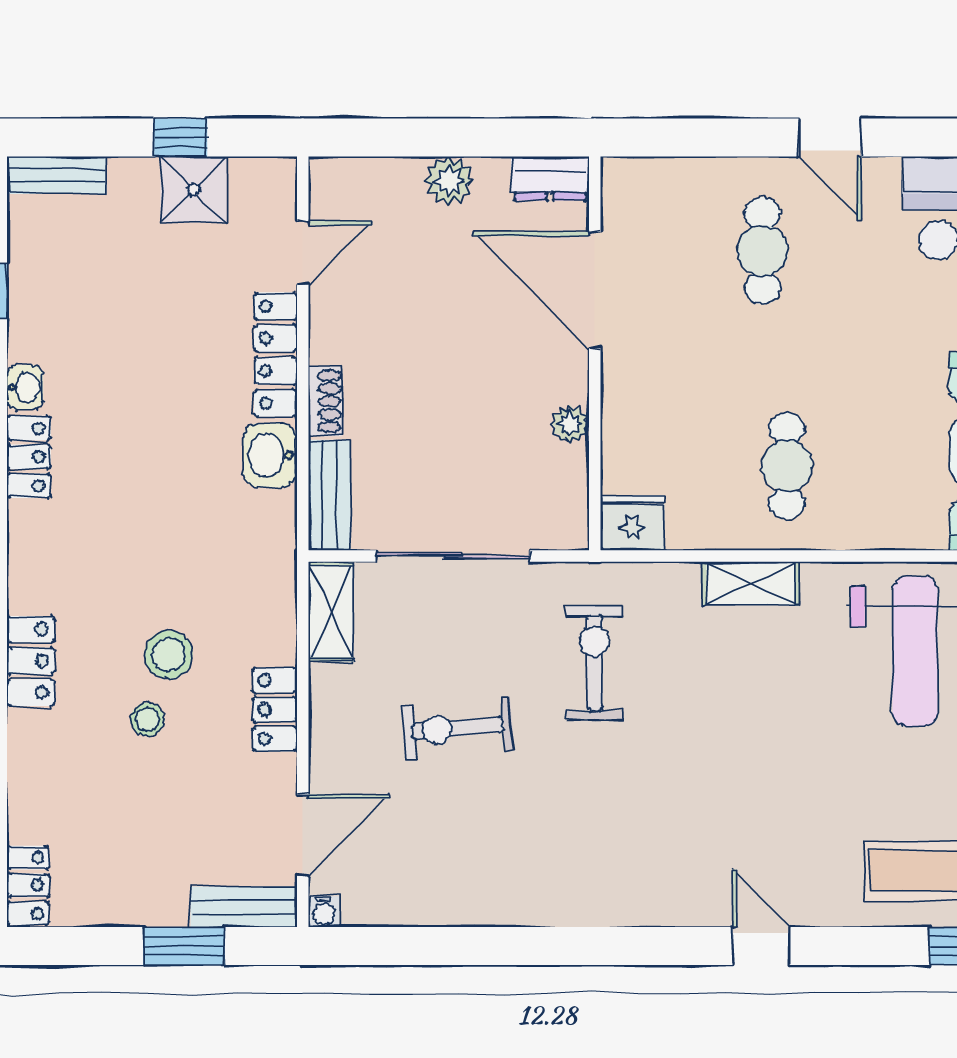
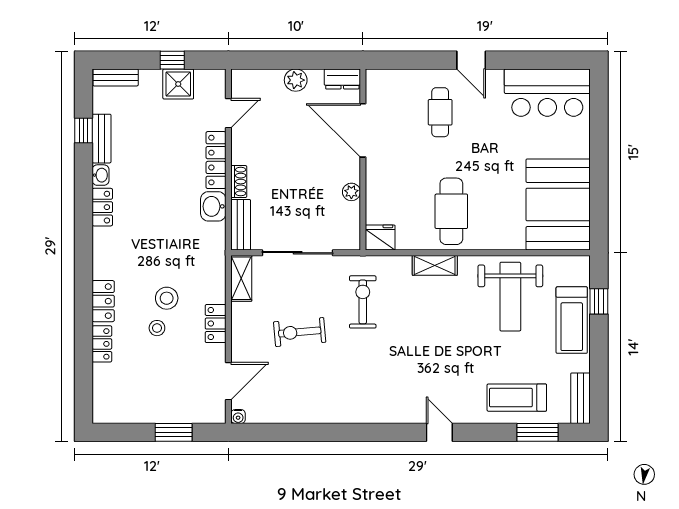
cafe table: (787, 466) -> (451, 211), width x1.37, depth x1.35
locker: (28, 885) -> (102, 344), moved
bench: (244, 907) -> (102, 139), moved, turned 90

